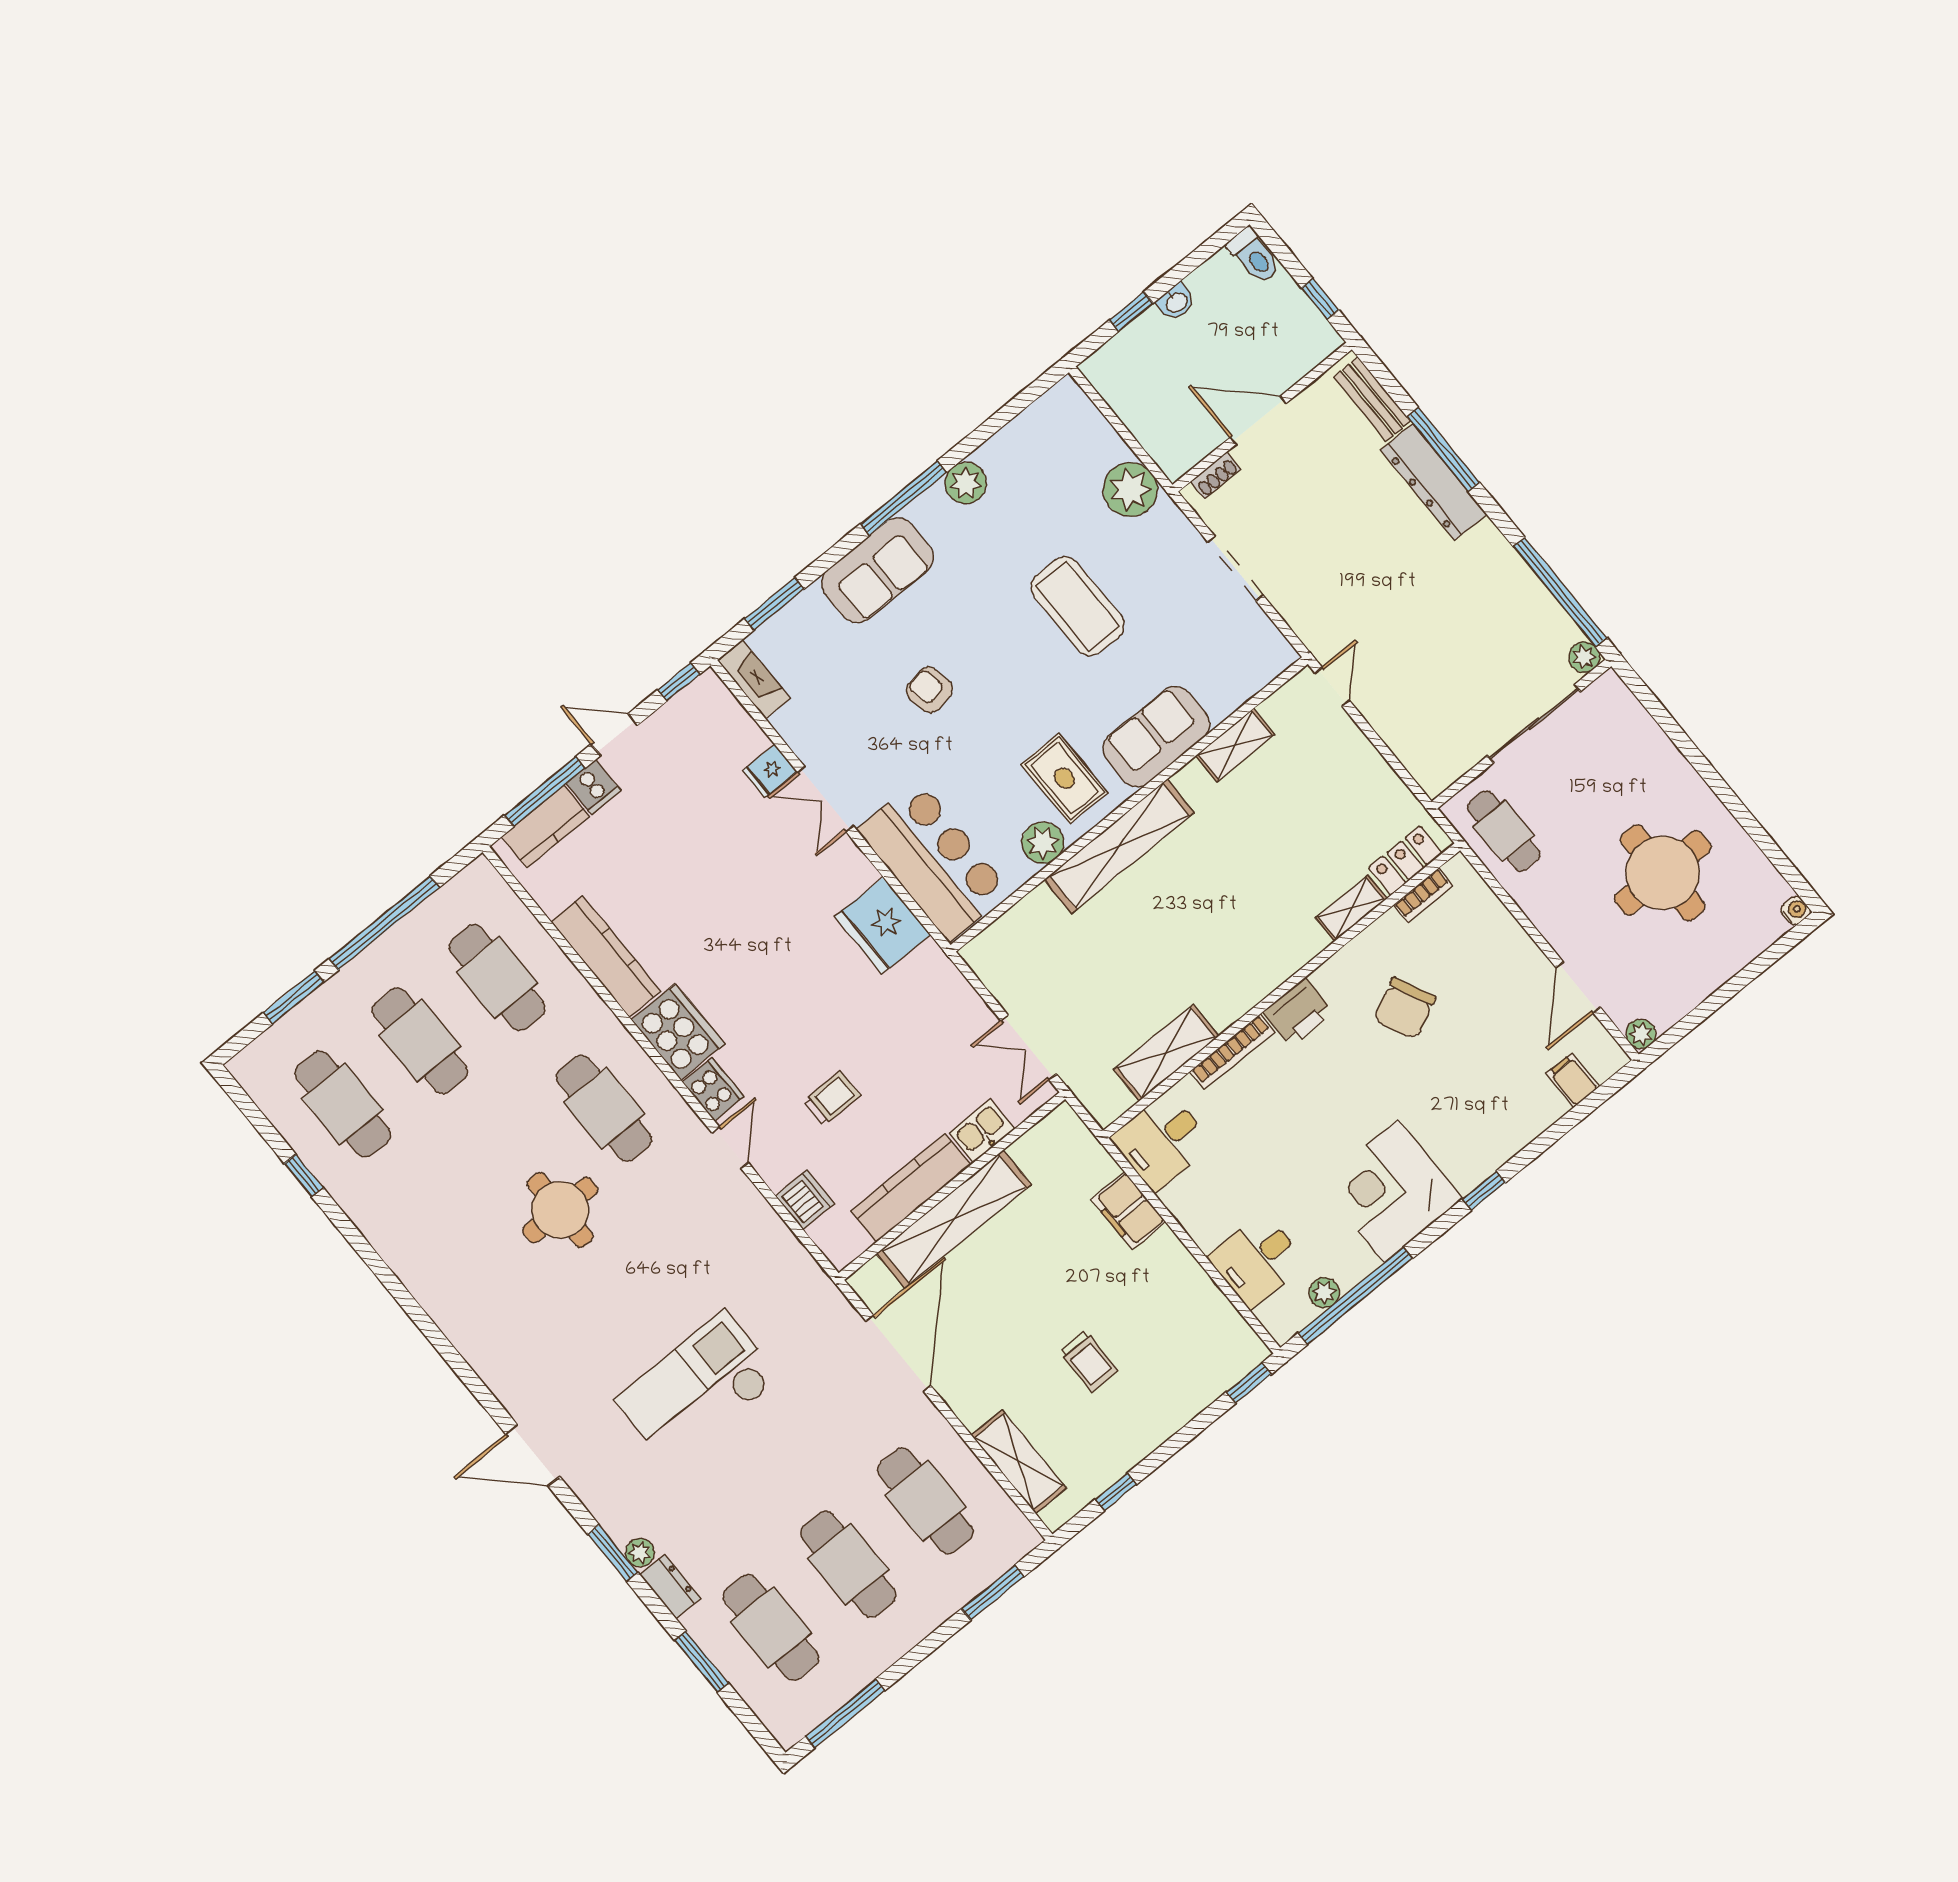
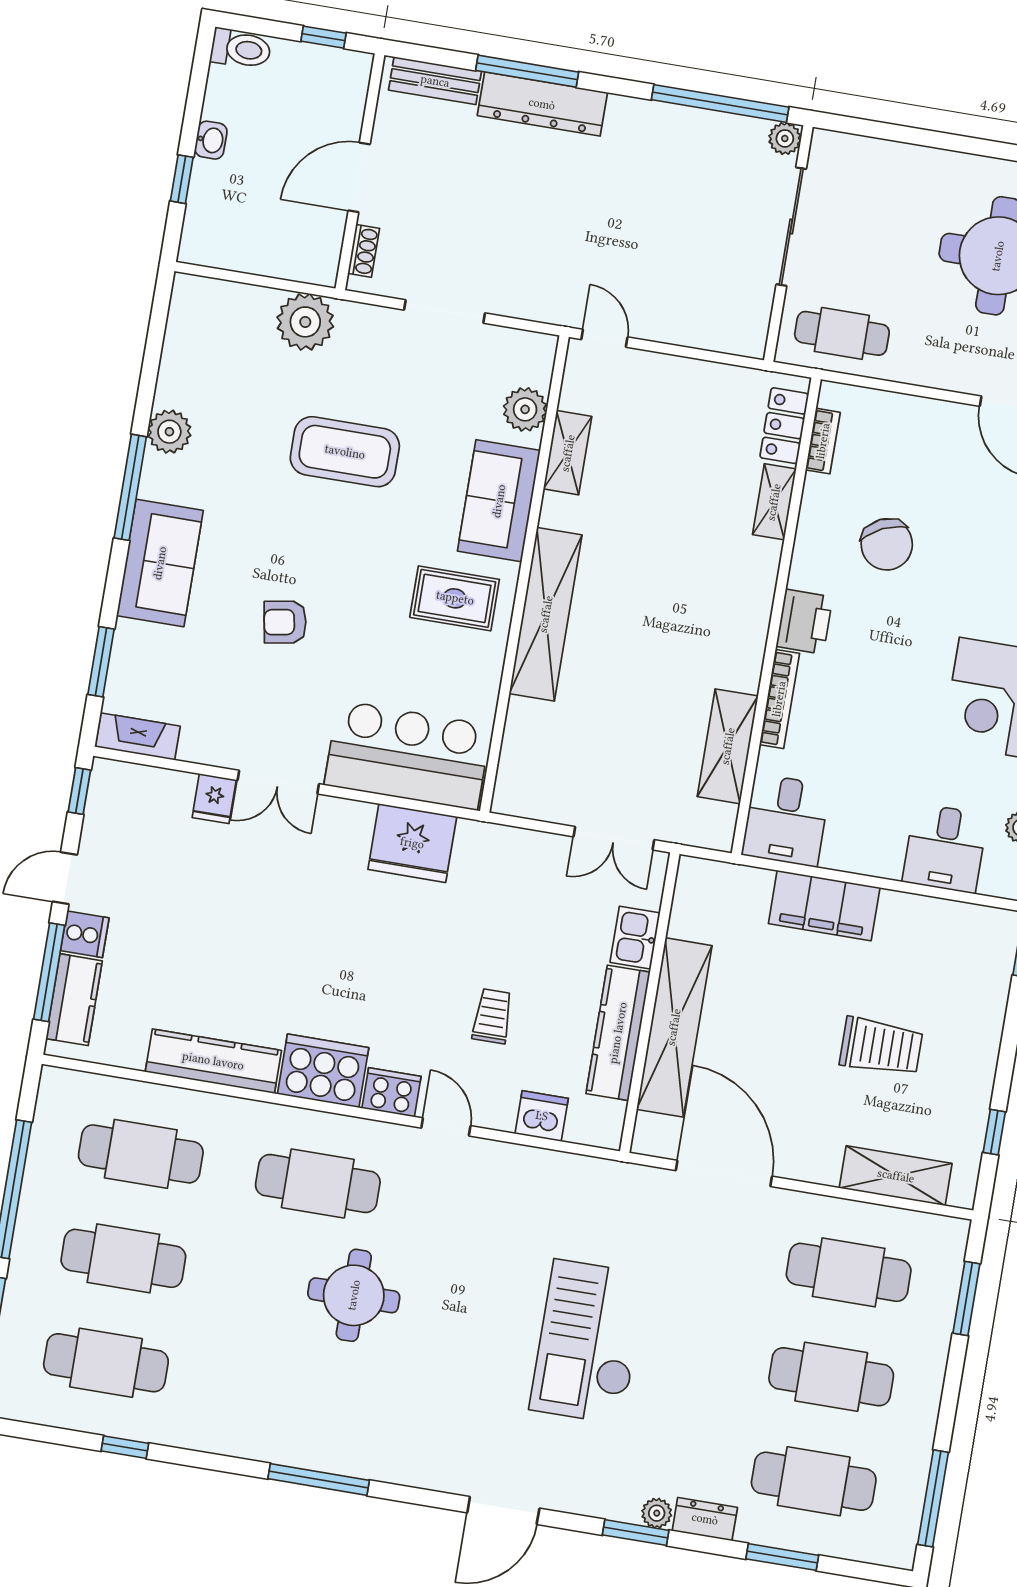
plant: (1043, 843) -> (525, 409), moved
filing cabinet: (1128, 1211) -> (824, 905), width x1.50, depth x1.17
window: (421, 1319) -> (319, 1480), added
trolley: (1089, 1361) -> (881, 1047), width x1.36, depth x1.39

